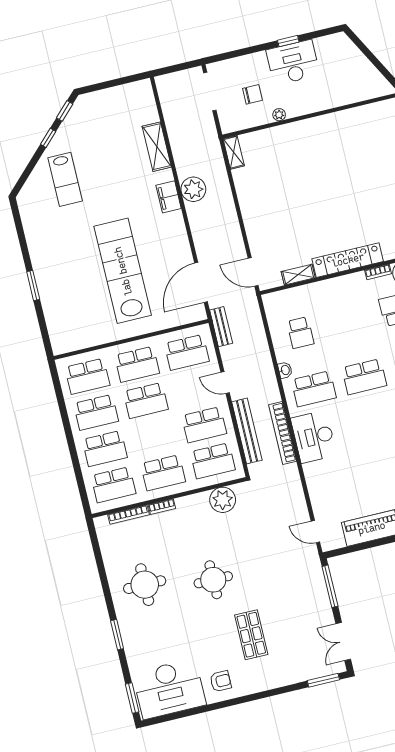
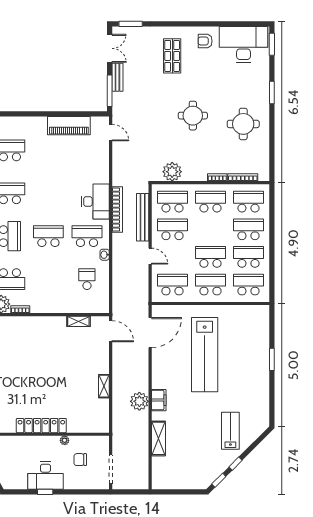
shelving: (234, 152) -> (104, 386), moved
locker: (348, 260) -> (41, 426), moved, turned 180
bench: (221, 327) -> (117, 77), moved
shop shelf: (251, 635) -> (172, 56), moved

